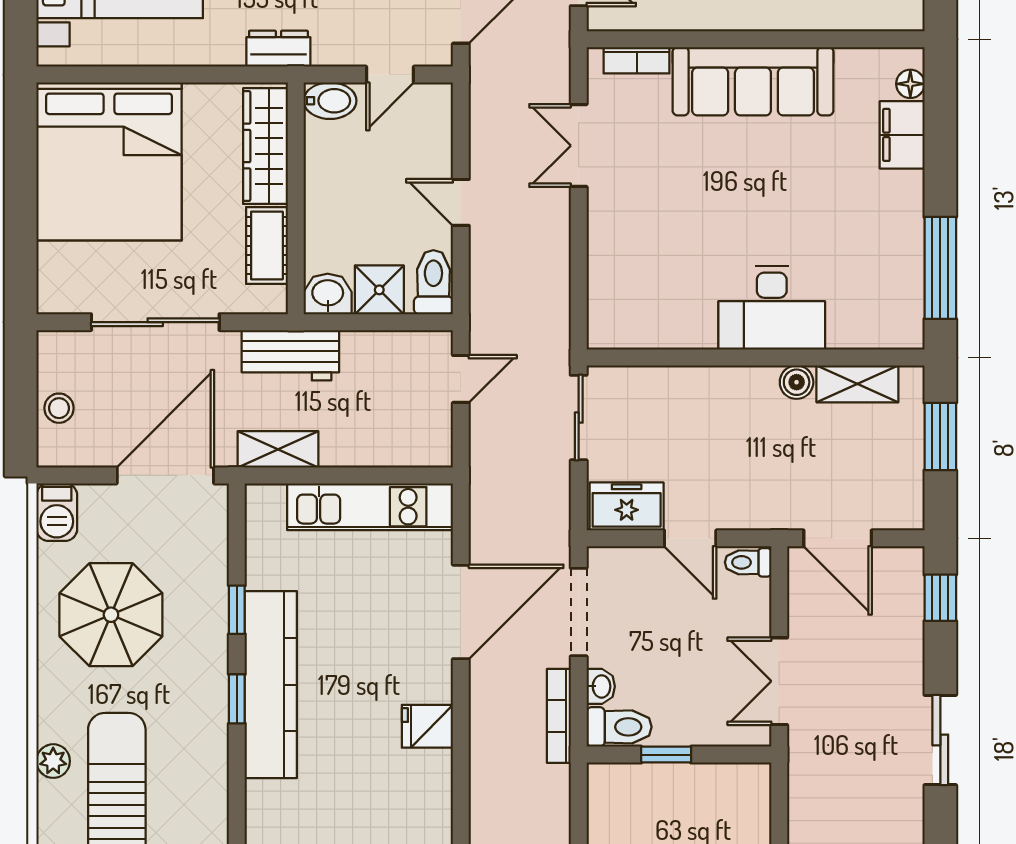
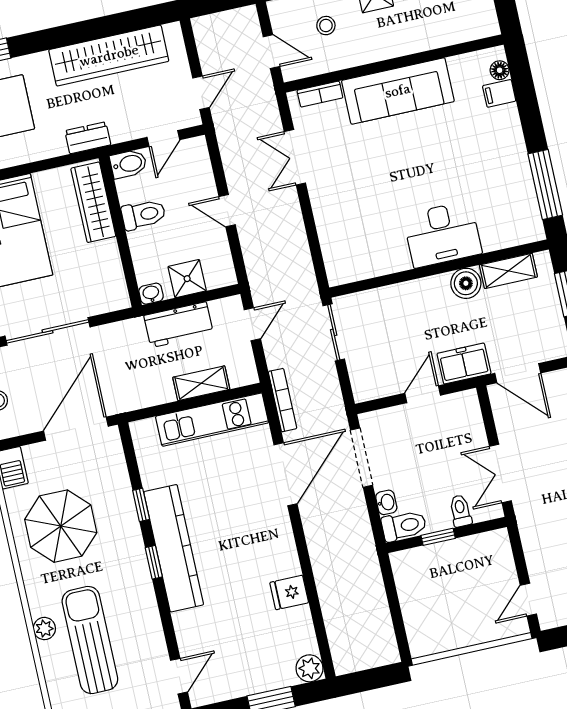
filing cabinet: (902, 135) -> (499, 93), width x0.50
cot: (267, 246) -> (108, 266), removed
toilet: (433, 282) -> (143, 215), moved, turned 90
washbasin: (328, 294) -> (151, 294), width x0.72, depth x0.69
workbench: (290, 355) -> (179, 325), moved
boiler: (797, 382) -> (466, 283), width x1.36, depth x1.36
shelving: (278, 449) -> (201, 383), moved
freezer: (627, 506) -> (464, 364), moved
door: (690, 538) -> (423, 394), swing flipped
toilet: (748, 562) -> (460, 511), moved, turned 90
bookcase: (559, 716) -> (283, 400), moved, turned 180
fridge: (427, 726) -> (289, 592), moved

